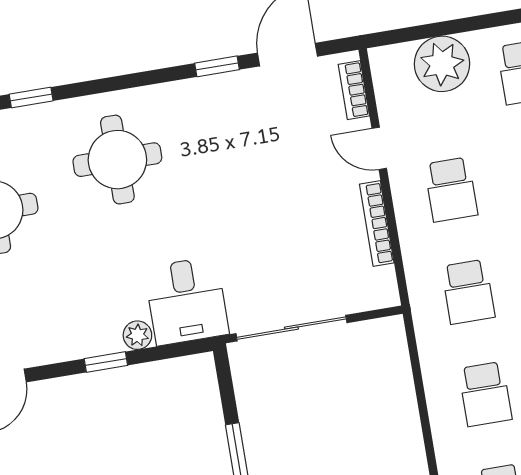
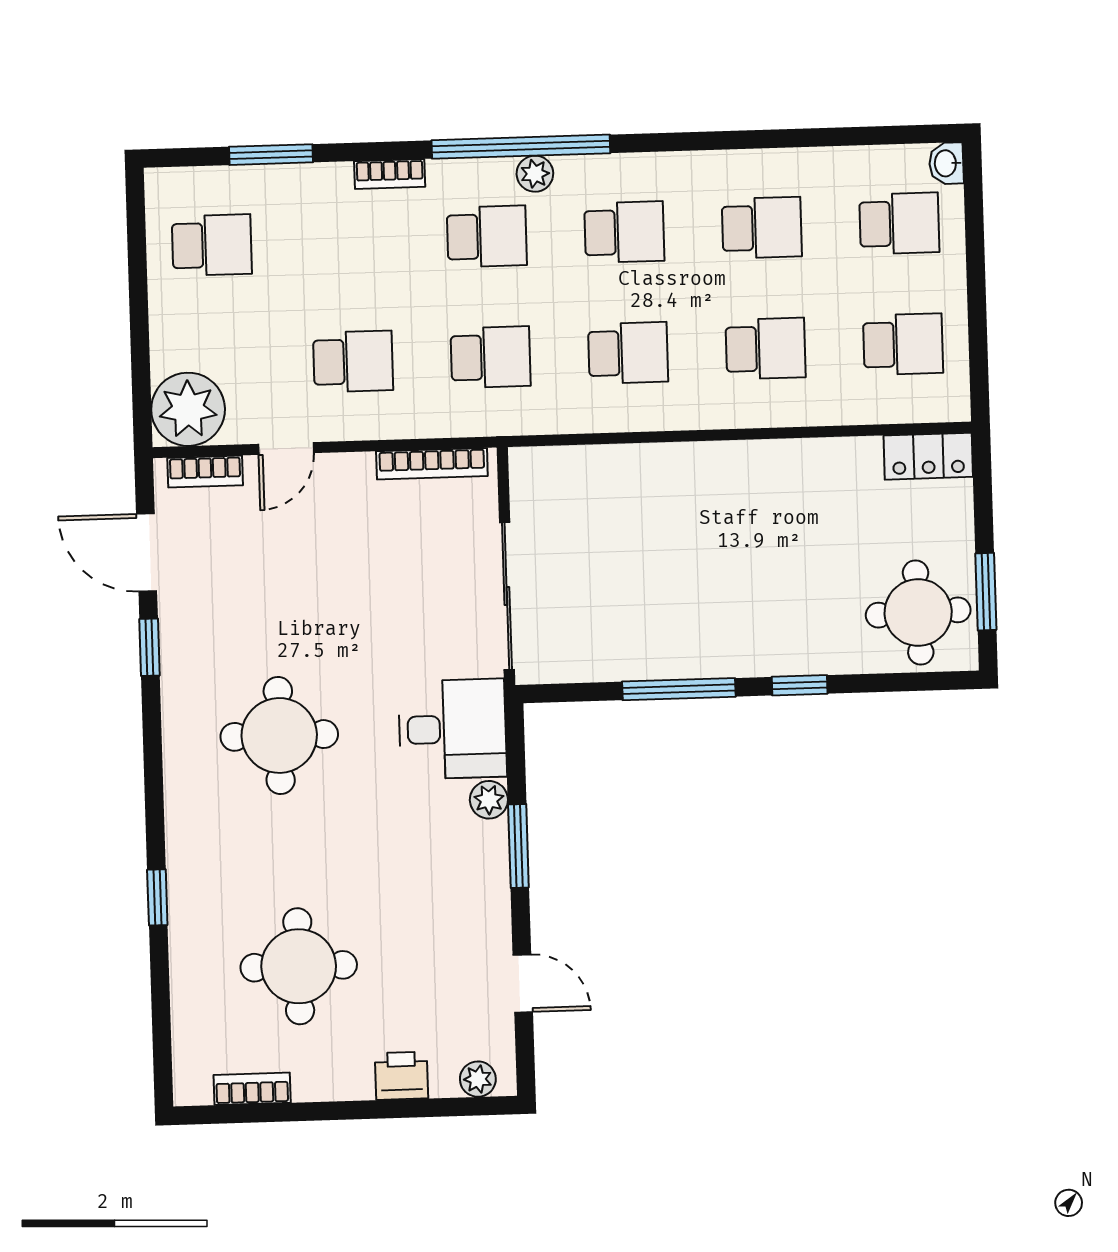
plant: (442, 64) -> (188, 409), moved
round table: (117, 160) -> (279, 735), moved
bookcase: (377, 224) -> (432, 464), moved
window: (106, 362) -> (518, 846), width x1.50

